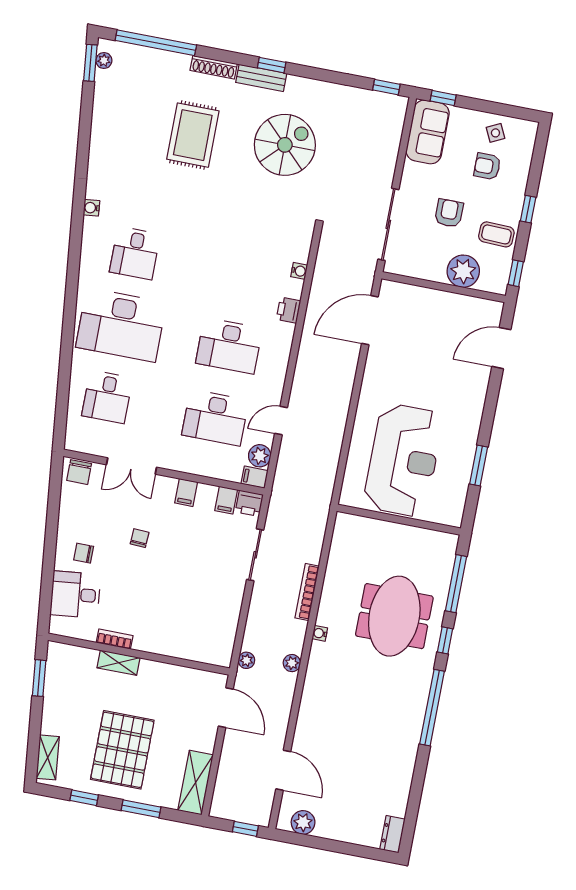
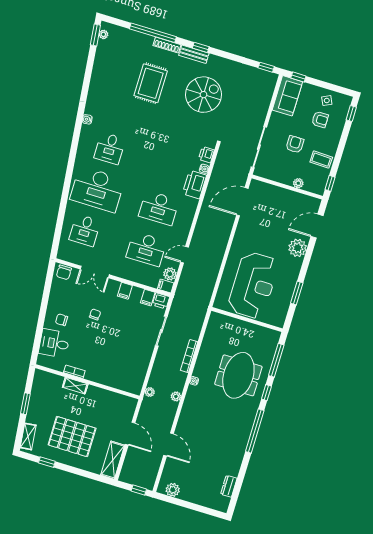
window: (156, 43) -> (153, 33), moved
armchair: (487, 166) -> (320, 119), turned 180
window: (528, 209) -> (351, 113), moved
printer: (300, 246) -> (206, 155), added
plant: (463, 271) -> (298, 183), width x0.53, depth x0.53
printer: (288, 310) -> (194, 184), width x1.87, depth x1.48
plant: (472, 389) -> (298, 248), added
window: (39, 678) -> (25, 404), moved
door: (226, 708) -> (130, 434), moved
pallet: (122, 750) -> (72, 437), turned 90
door: (283, 770) -> (169, 445), moved
window: (141, 809) -> (79, 472), removed
dresser: (392, 834) -> (229, 486), moved

